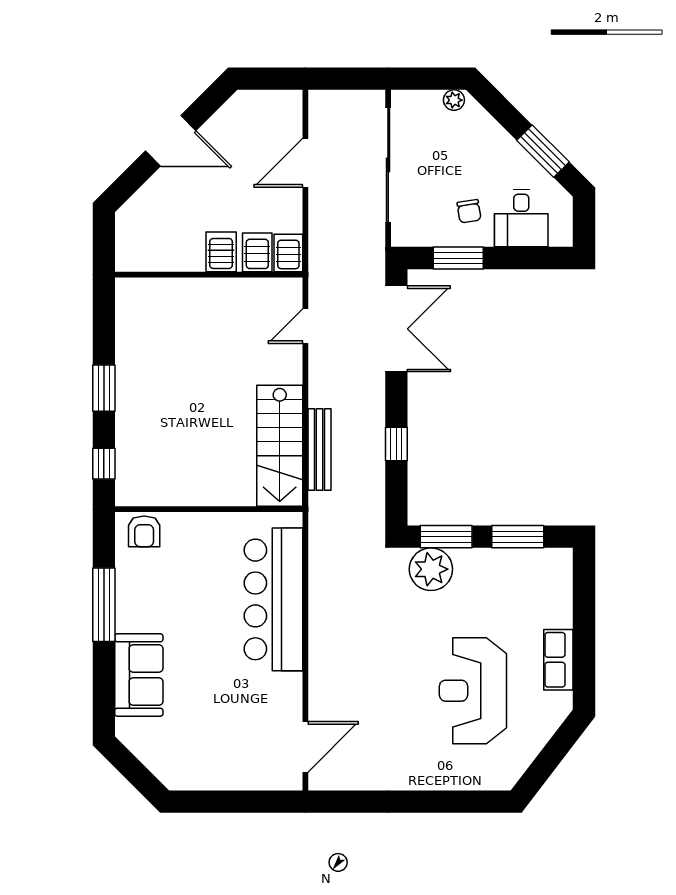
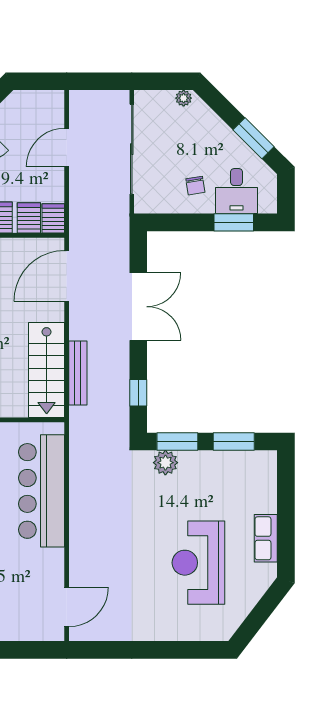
window: (458, 258) -> (234, 222), moved
door: (305, 326) -> (67, 276), width x1.87
double door: (396, 329) -> (138, 307), moved
window: (396, 444) -> (138, 393), moved
plant: (431, 569) -> (165, 463), width x0.73, depth x0.73

